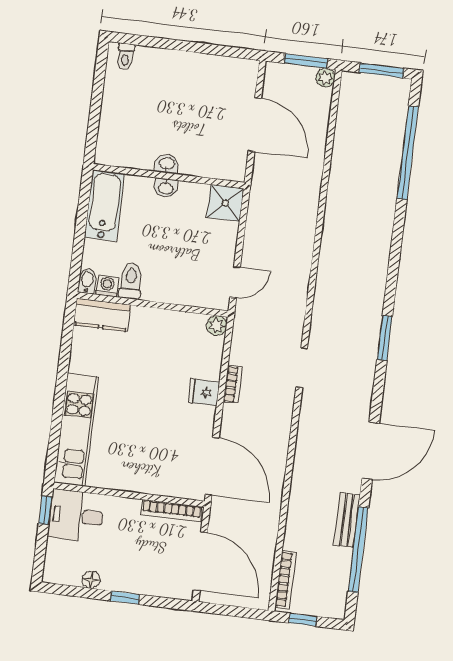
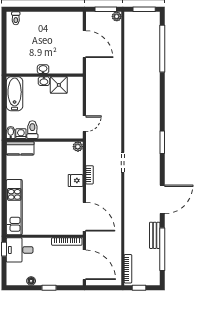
shower: (225, 203) -> (59, 85), moved

